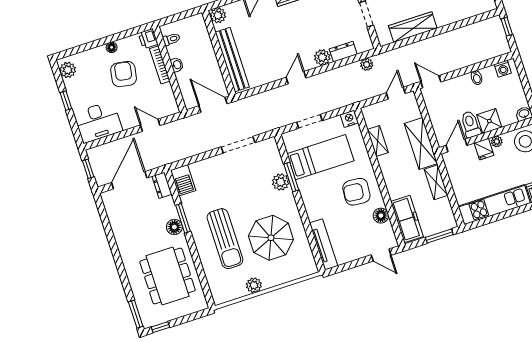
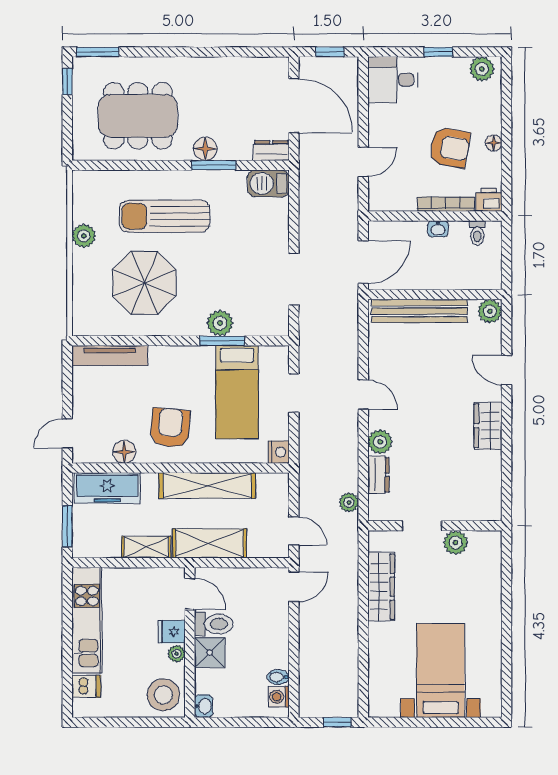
bidet: (477, 78) -> (278, 677), moved
desk: (98, 122) -> (393, 80), width x0.73
shelving: (378, 141) -> (207, 486), width x2.20, depth x1.33

